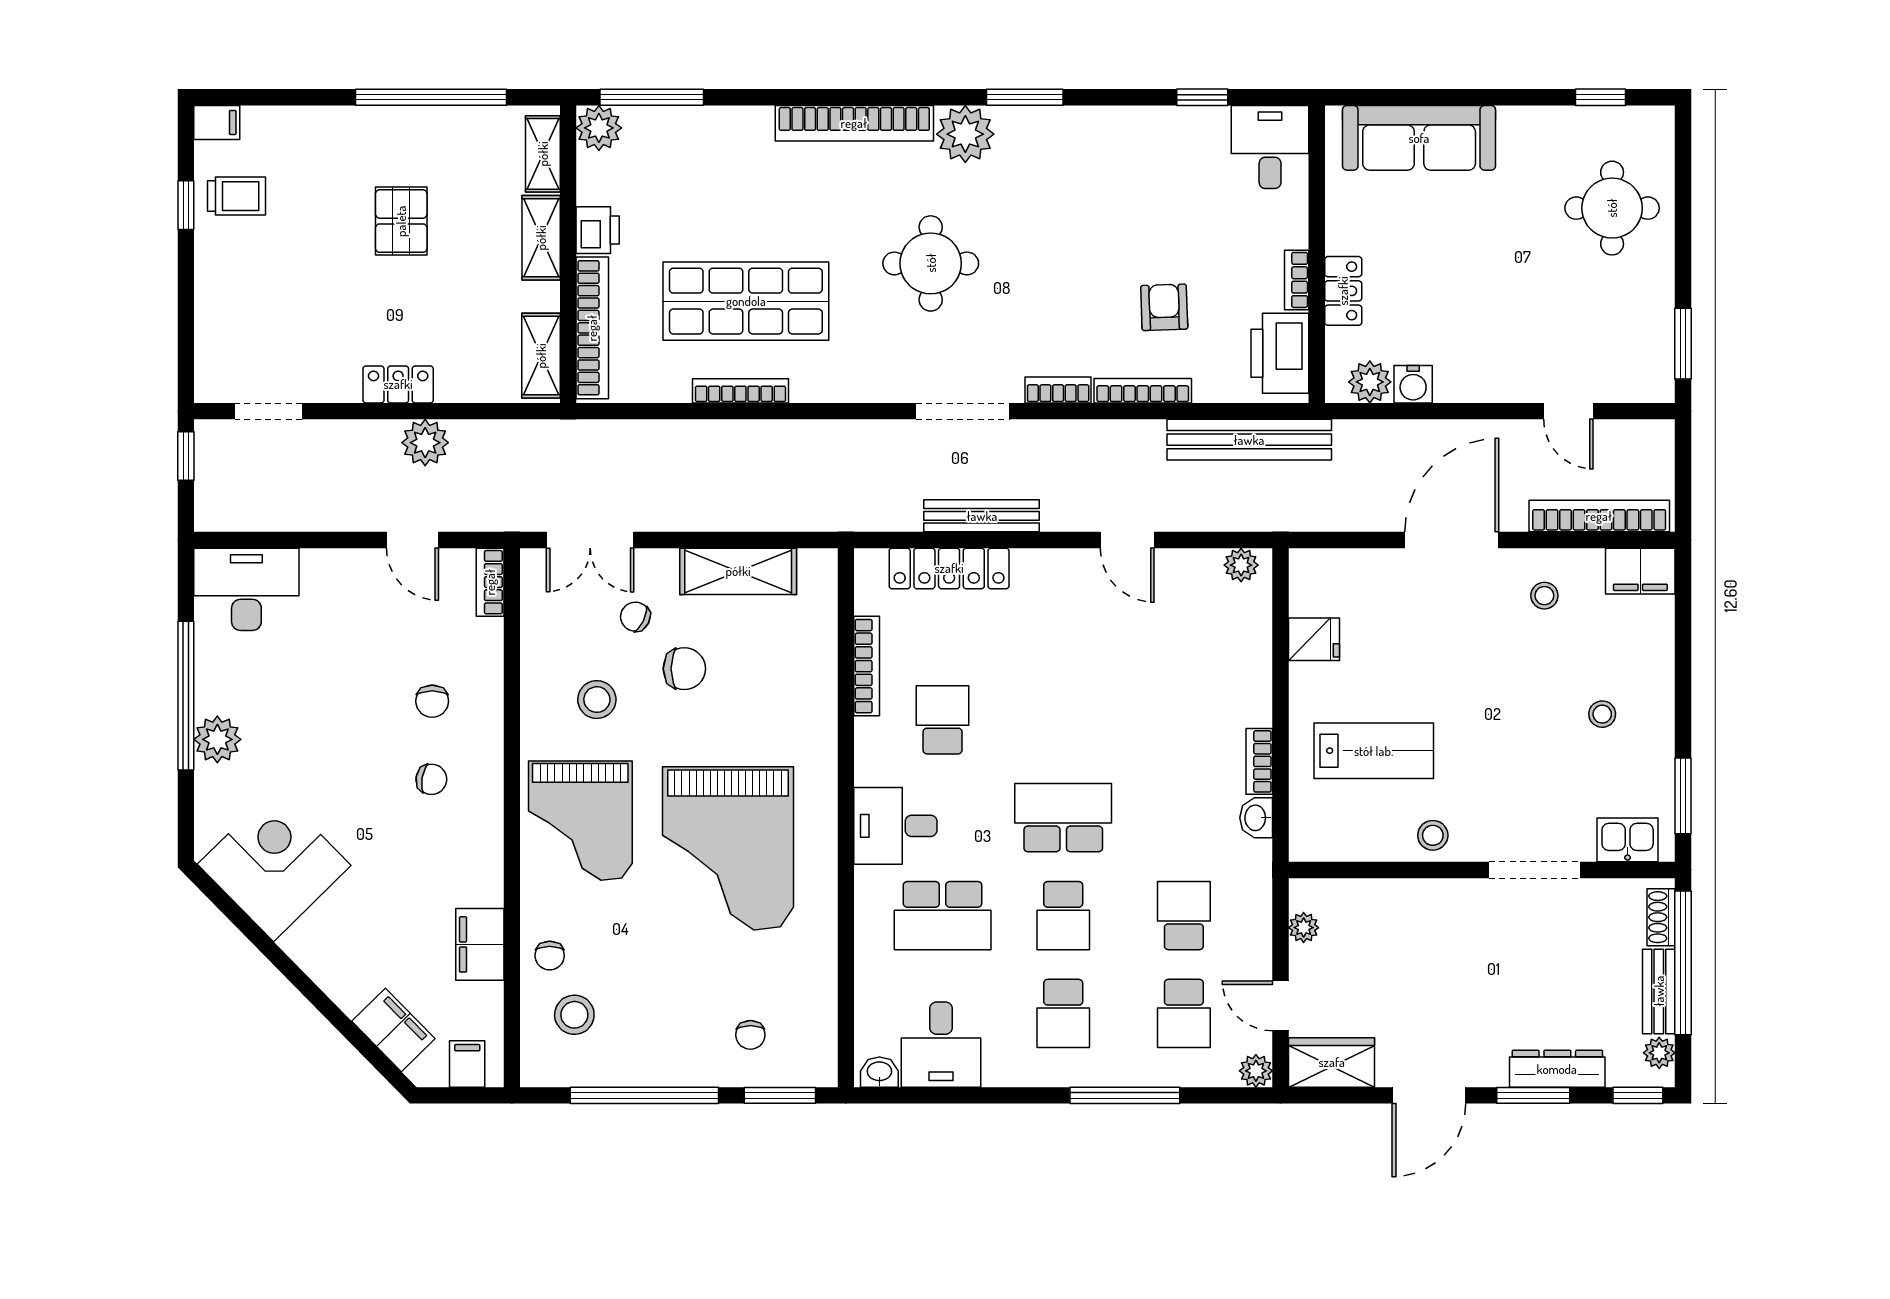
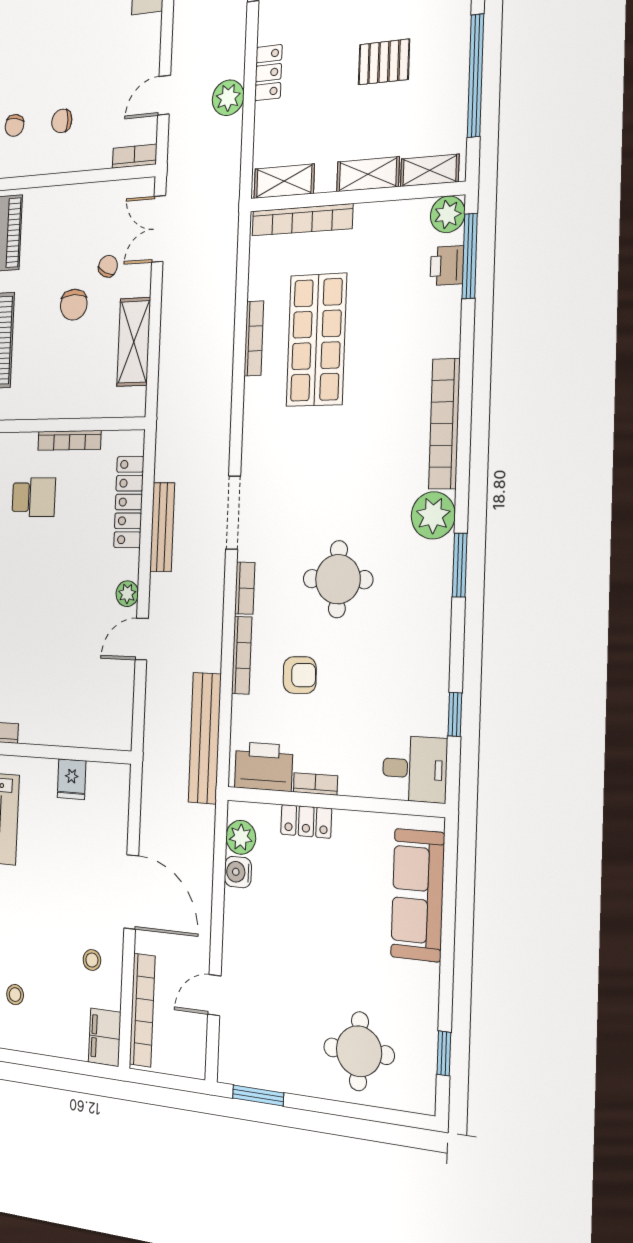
printer: (598, 230) -> (447, 266), moved, turned 90
round table: (931, 263) -> (338, 579), moved
plant: (1241, 565) -> (127, 594), moved
stool: (597, 700) -> (57, 241), removed

